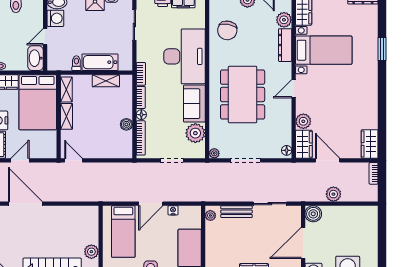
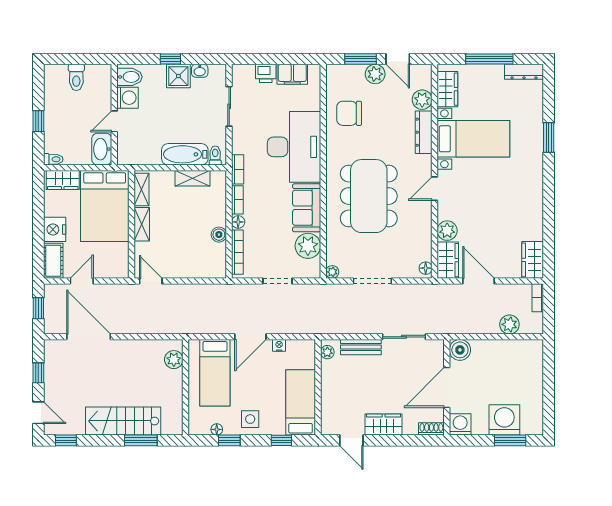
chair: (227, 30) -> (349, 113), turned 79
toilet: (76, 63) -> (215, 156), moved
plant: (333, 194) -> (509, 324), moved
plant: (91, 252) -> (174, 360), moved

